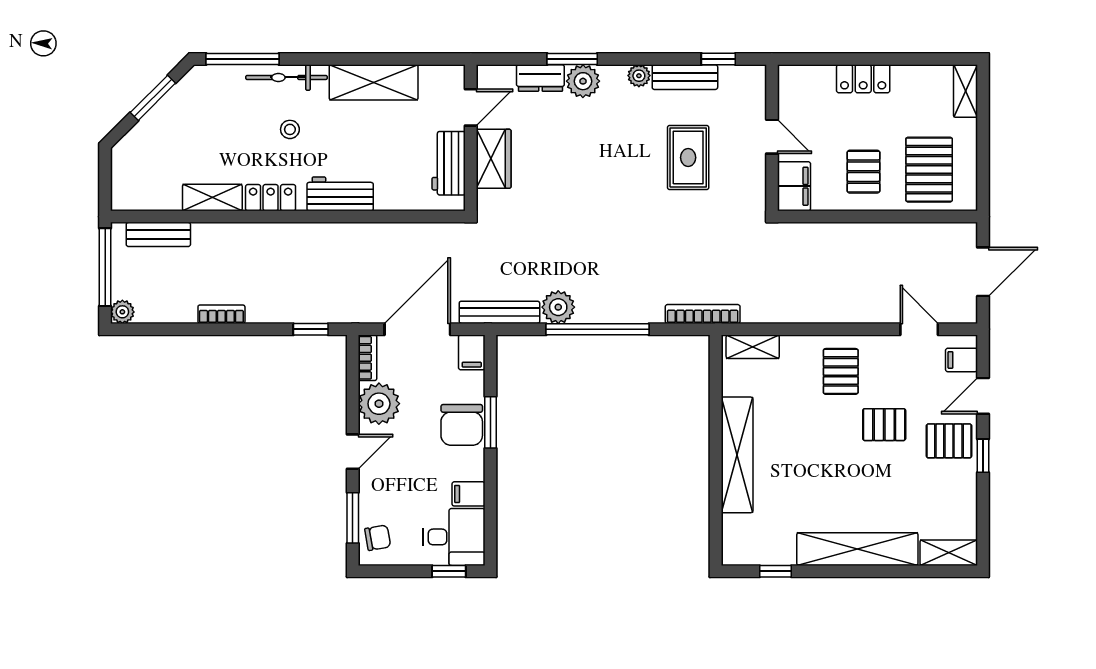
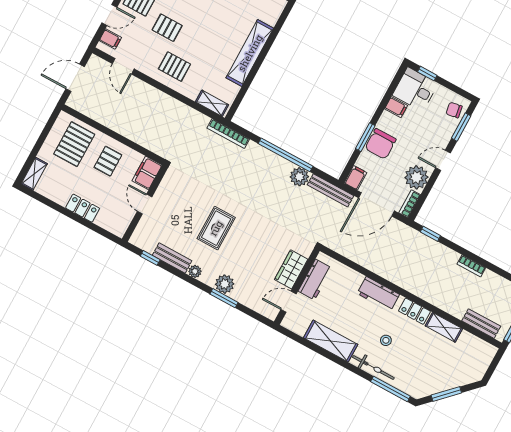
dresser: (540, 78) -> (245, 297), removed
rug: (688, 158) -> (216, 228), moved
pallet: (841, 371) -> (174, 67), turned 90
chair: (462, 425) -> (381, 144), turned 180

